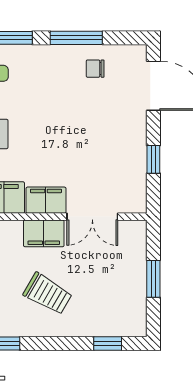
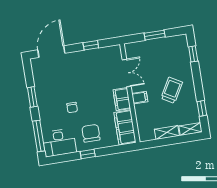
window: (76, 38) -> (32, 97), width x0.69
chair: (95, 69) -> (72, 108), moved
filing cabinet: (44, 233) -> (140, 98), width x0.50

